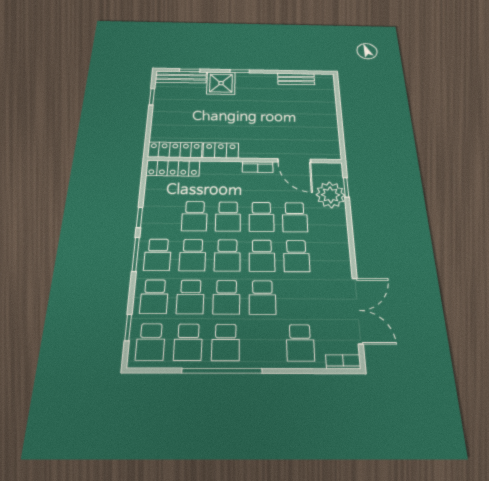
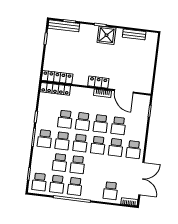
shower: (221, 83) -> (106, 35), moved
locker: (221, 150) -> (98, 82), moved
plant: (330, 195) -> (140, 115), removed
school desk: (154, 297) -> (42, 160), removed
school desk: (262, 297) -> (134, 150), moved

